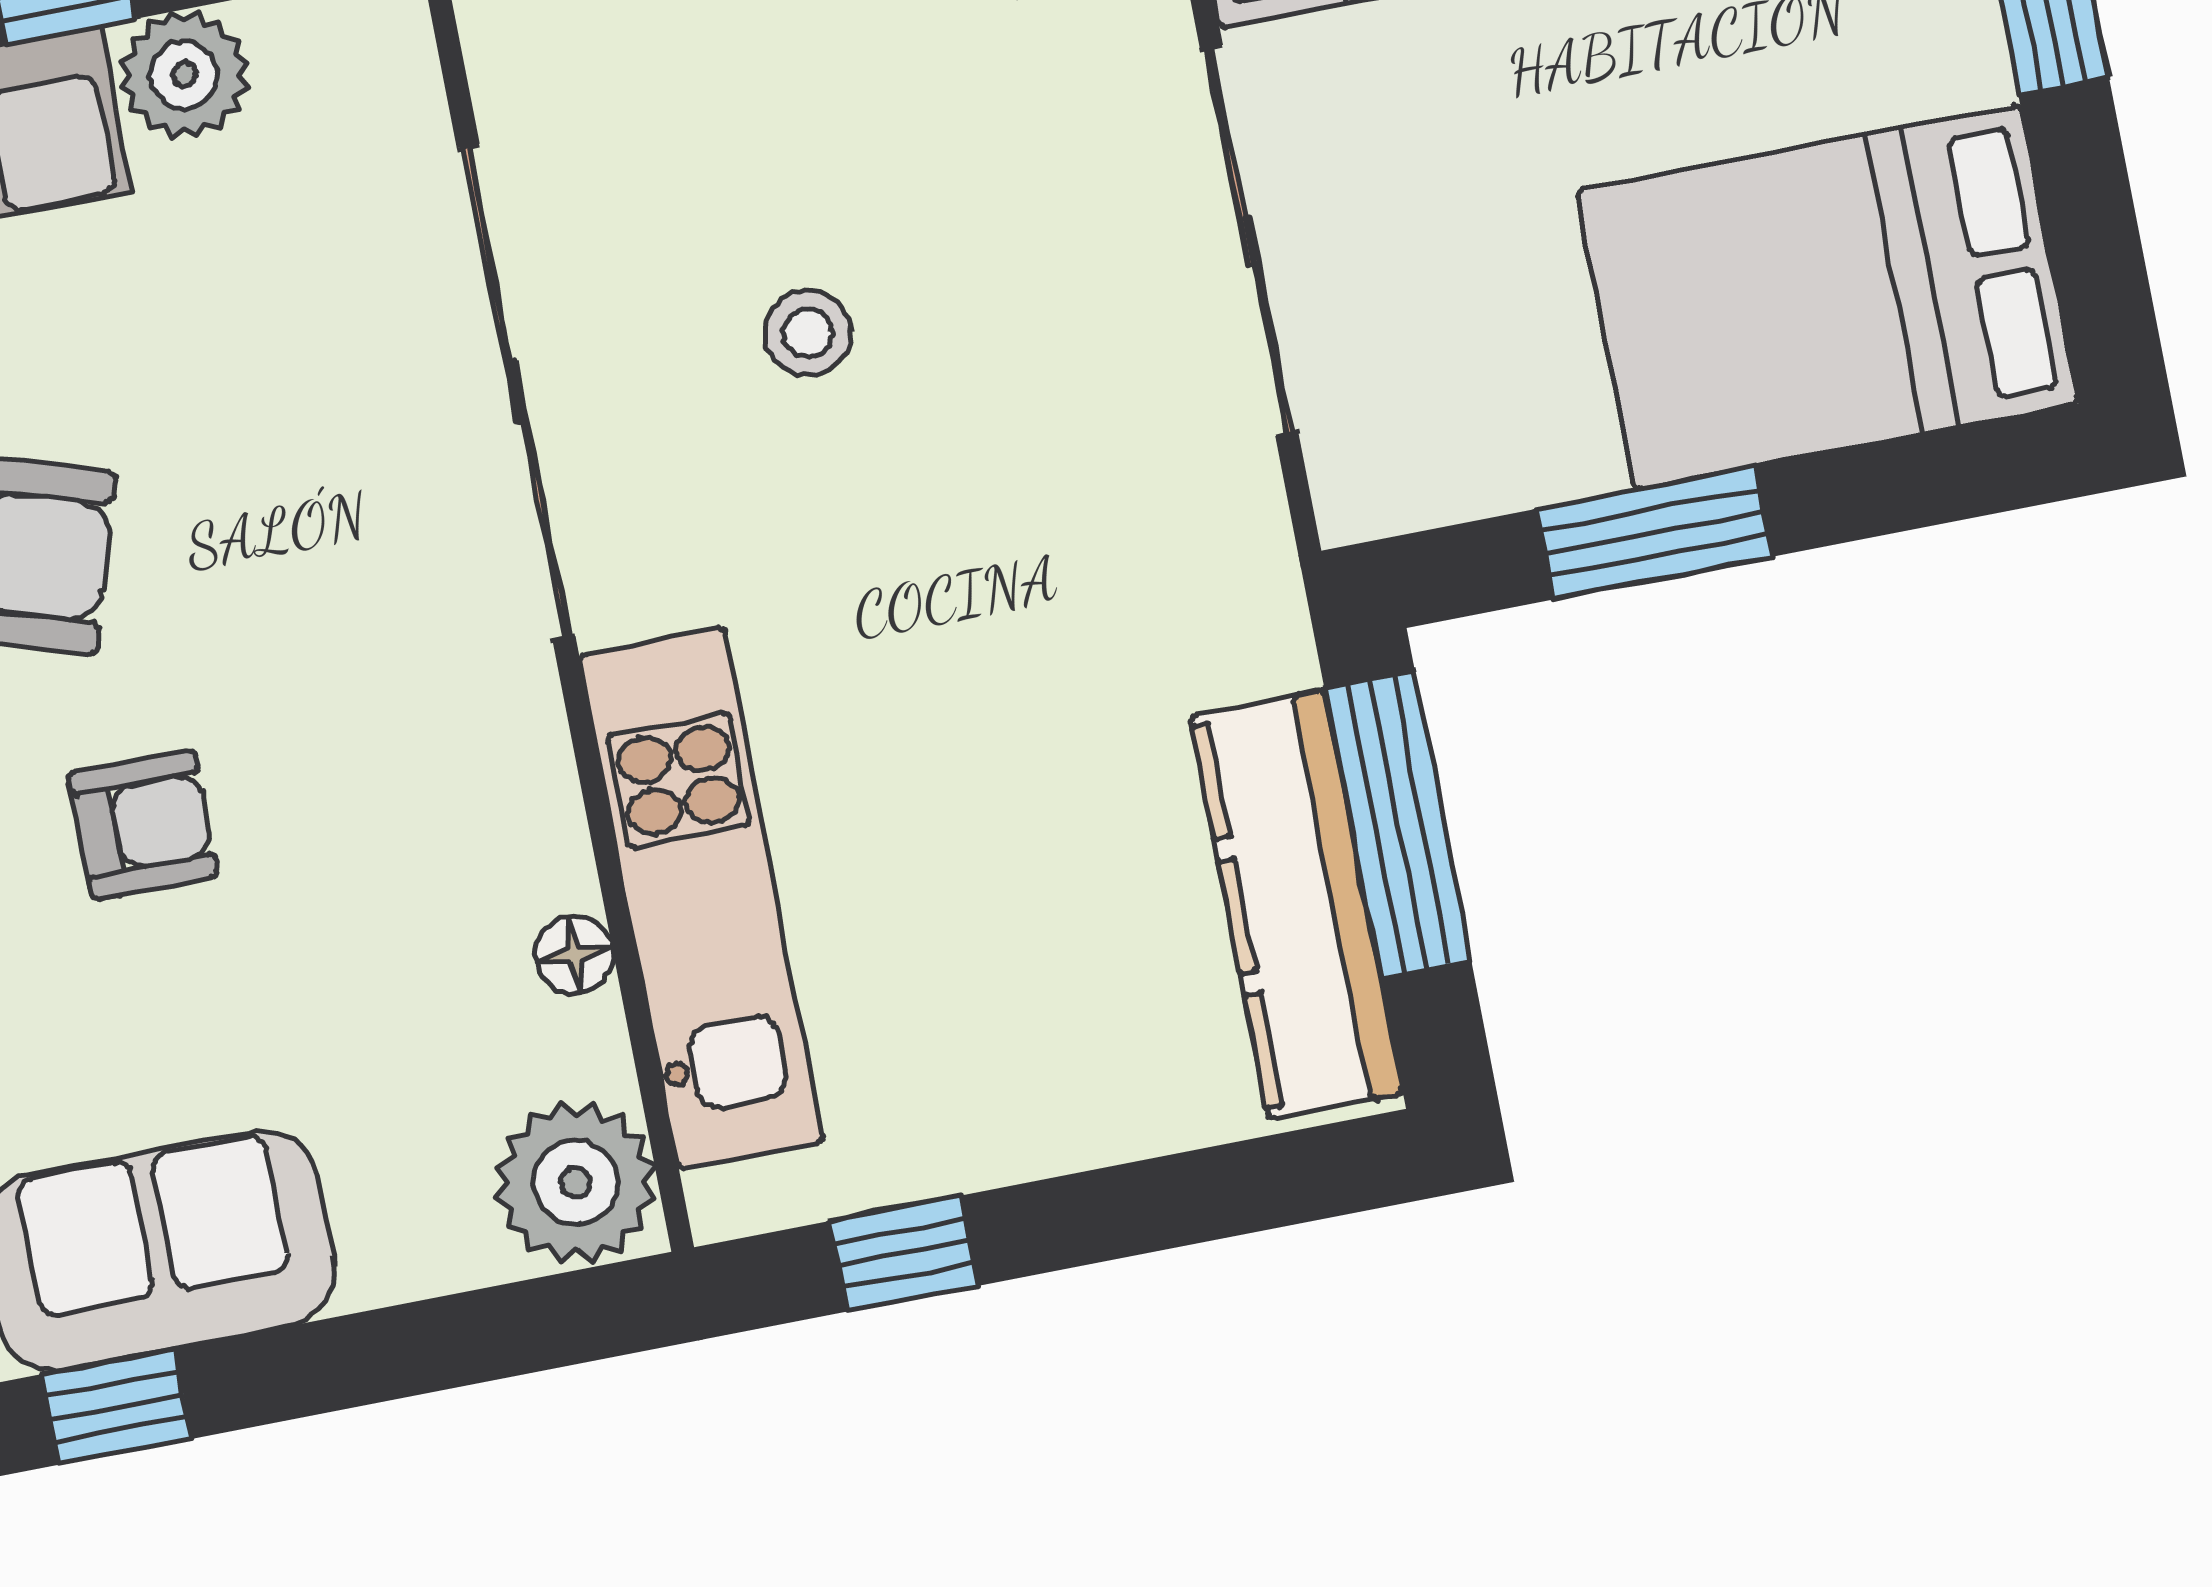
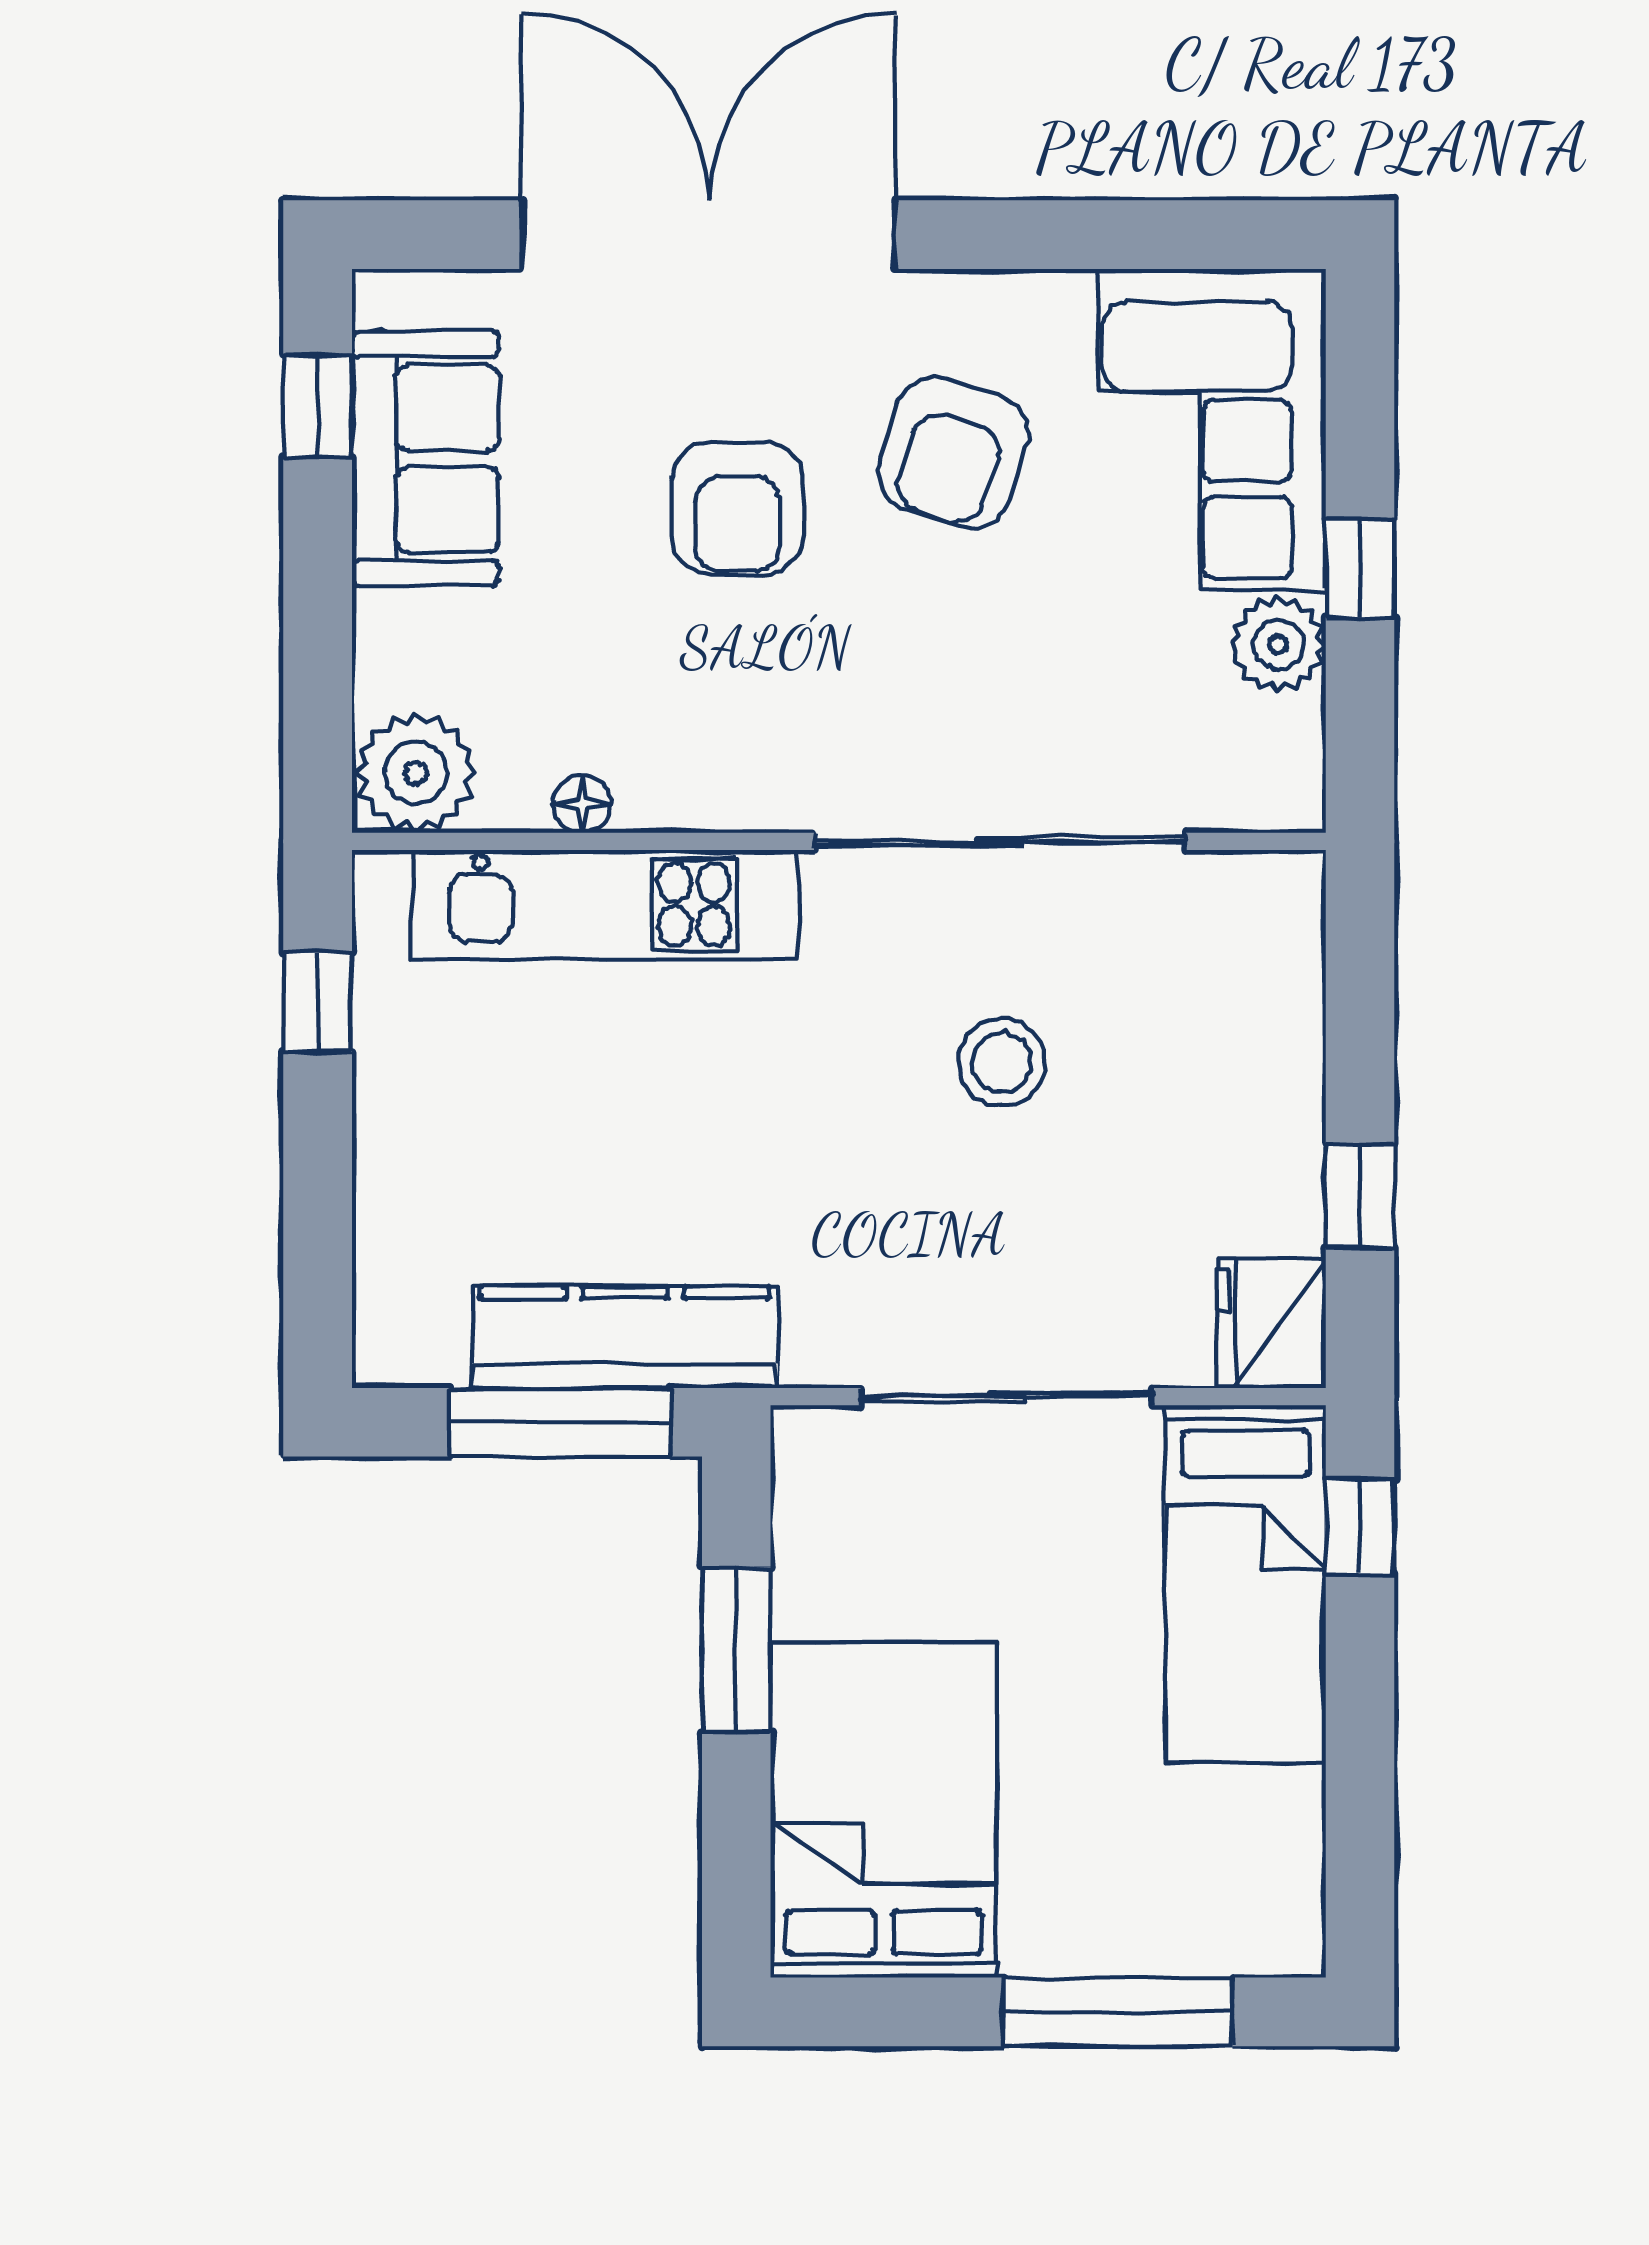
stool: (808, 333) -> (1002, 1062), width x1.37, depth x1.37
armchair: (143, 825) -> (738, 508), width x1.38, depth x1.38
kitchen counter: (1297, 905) -> (625, 1337), moved

